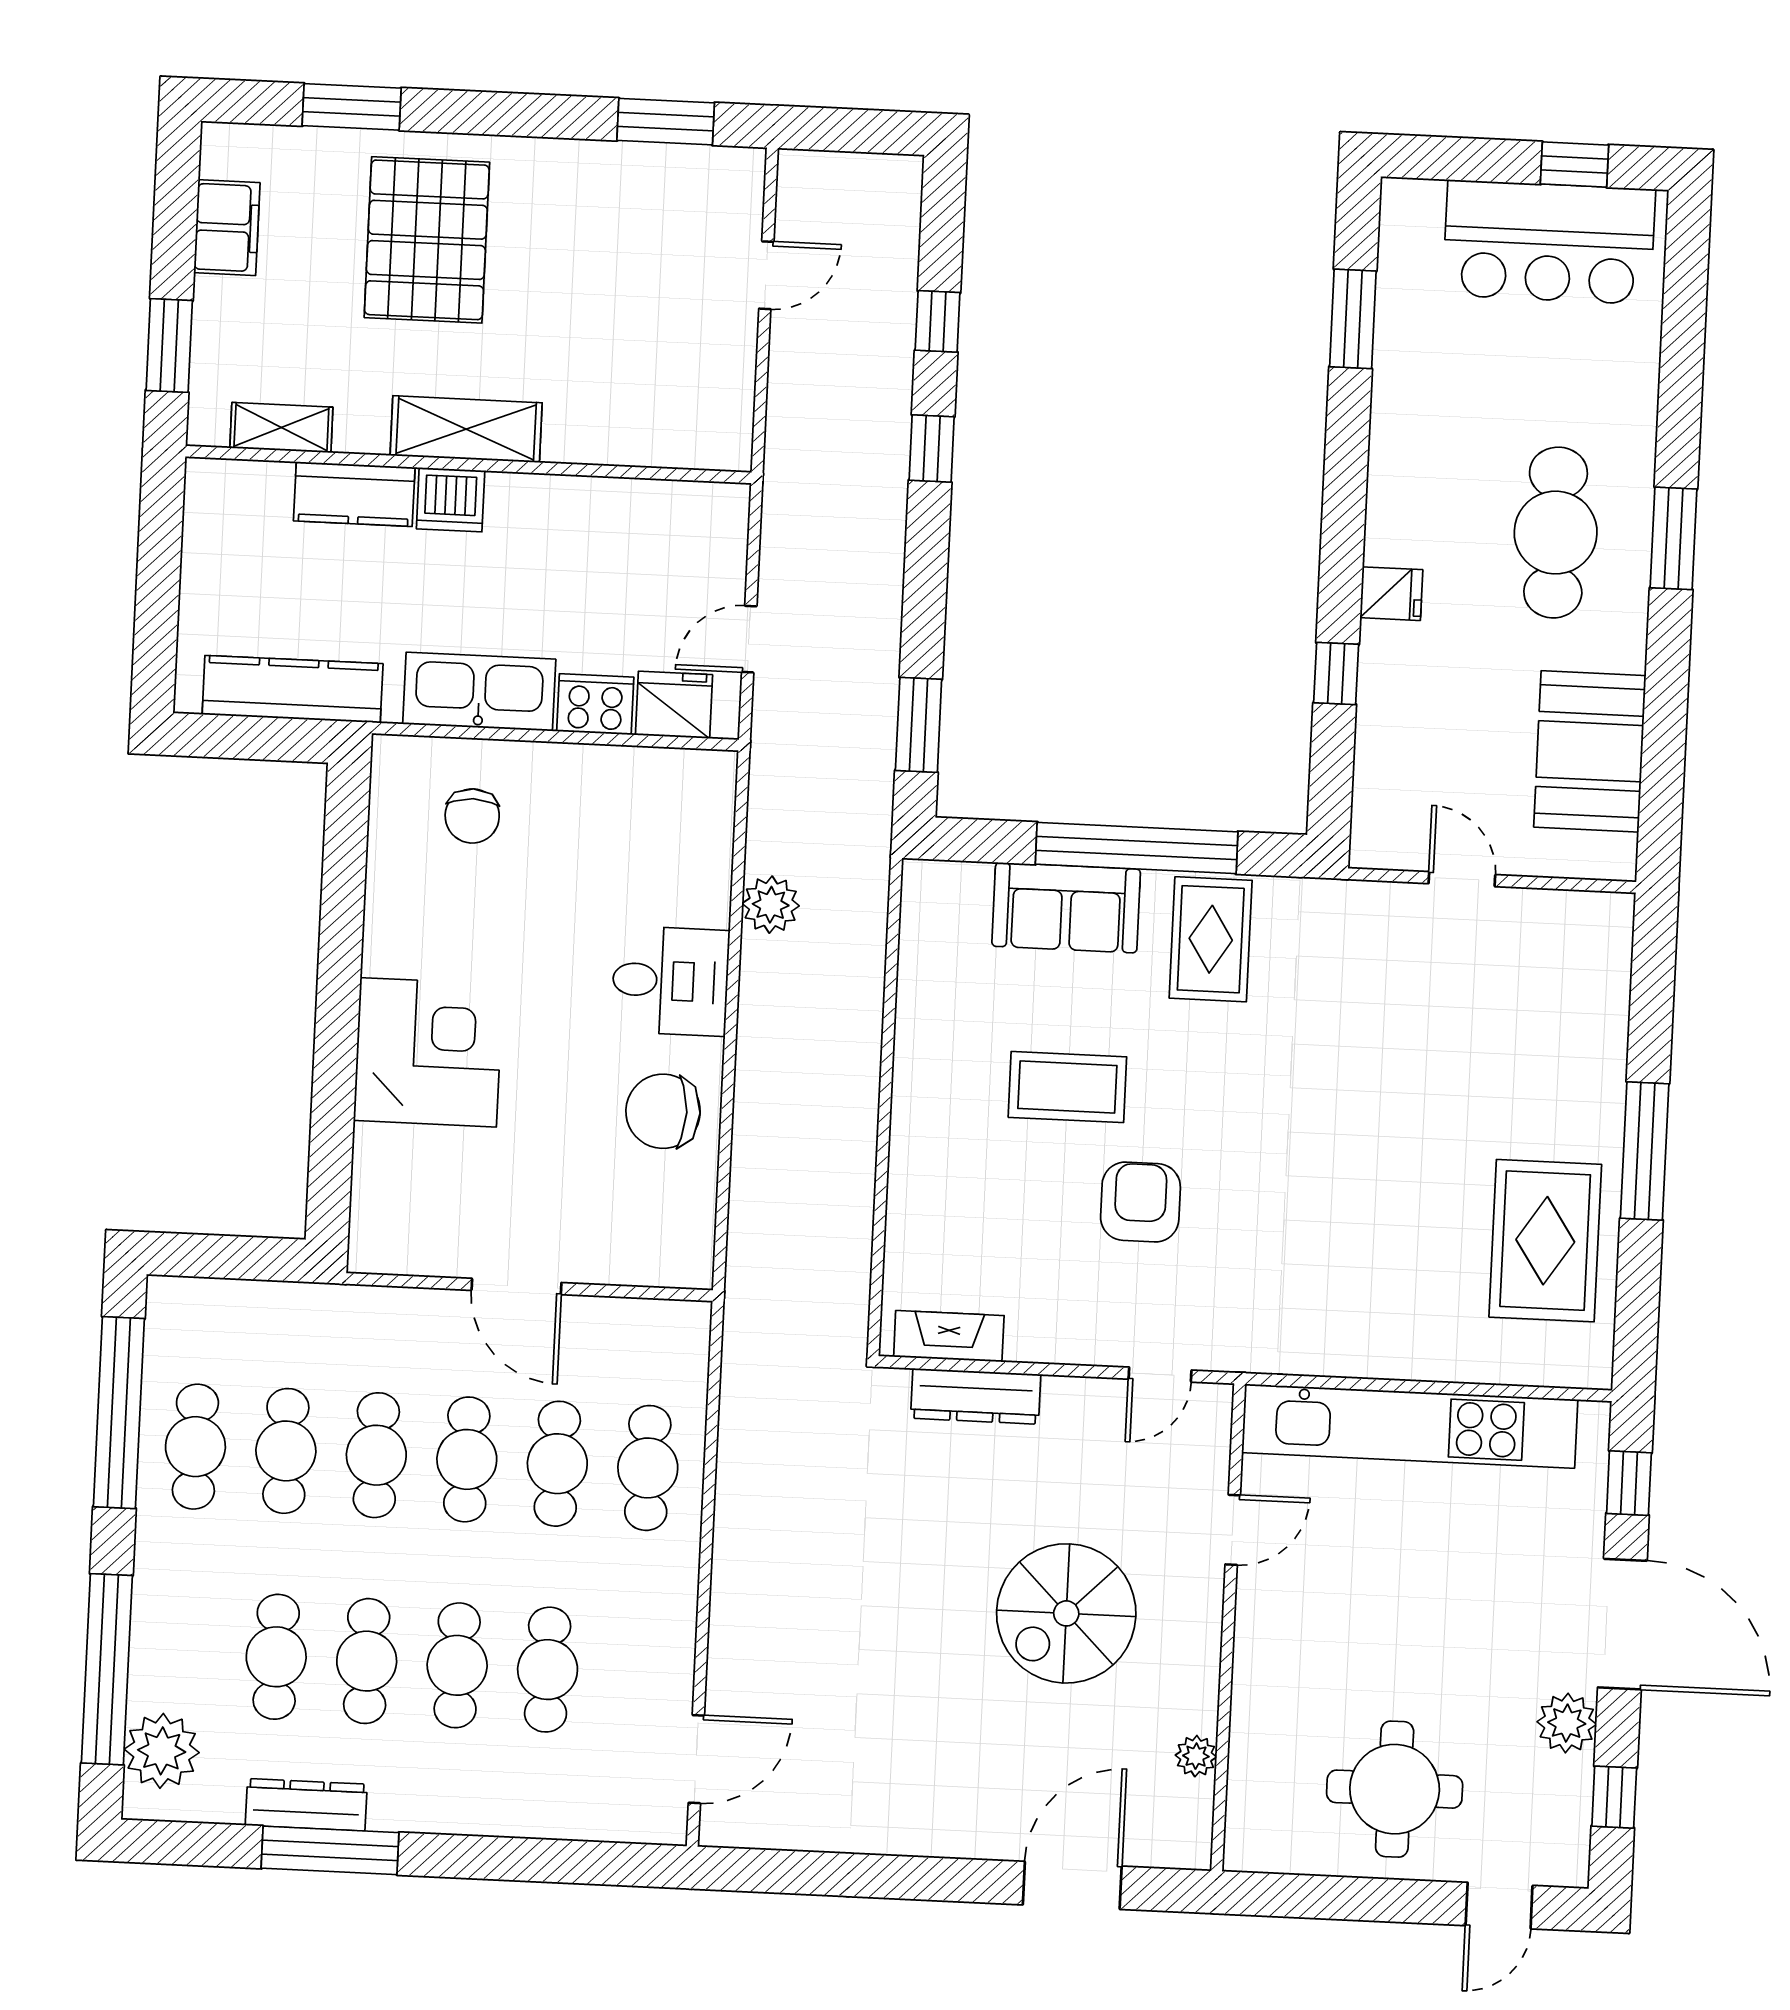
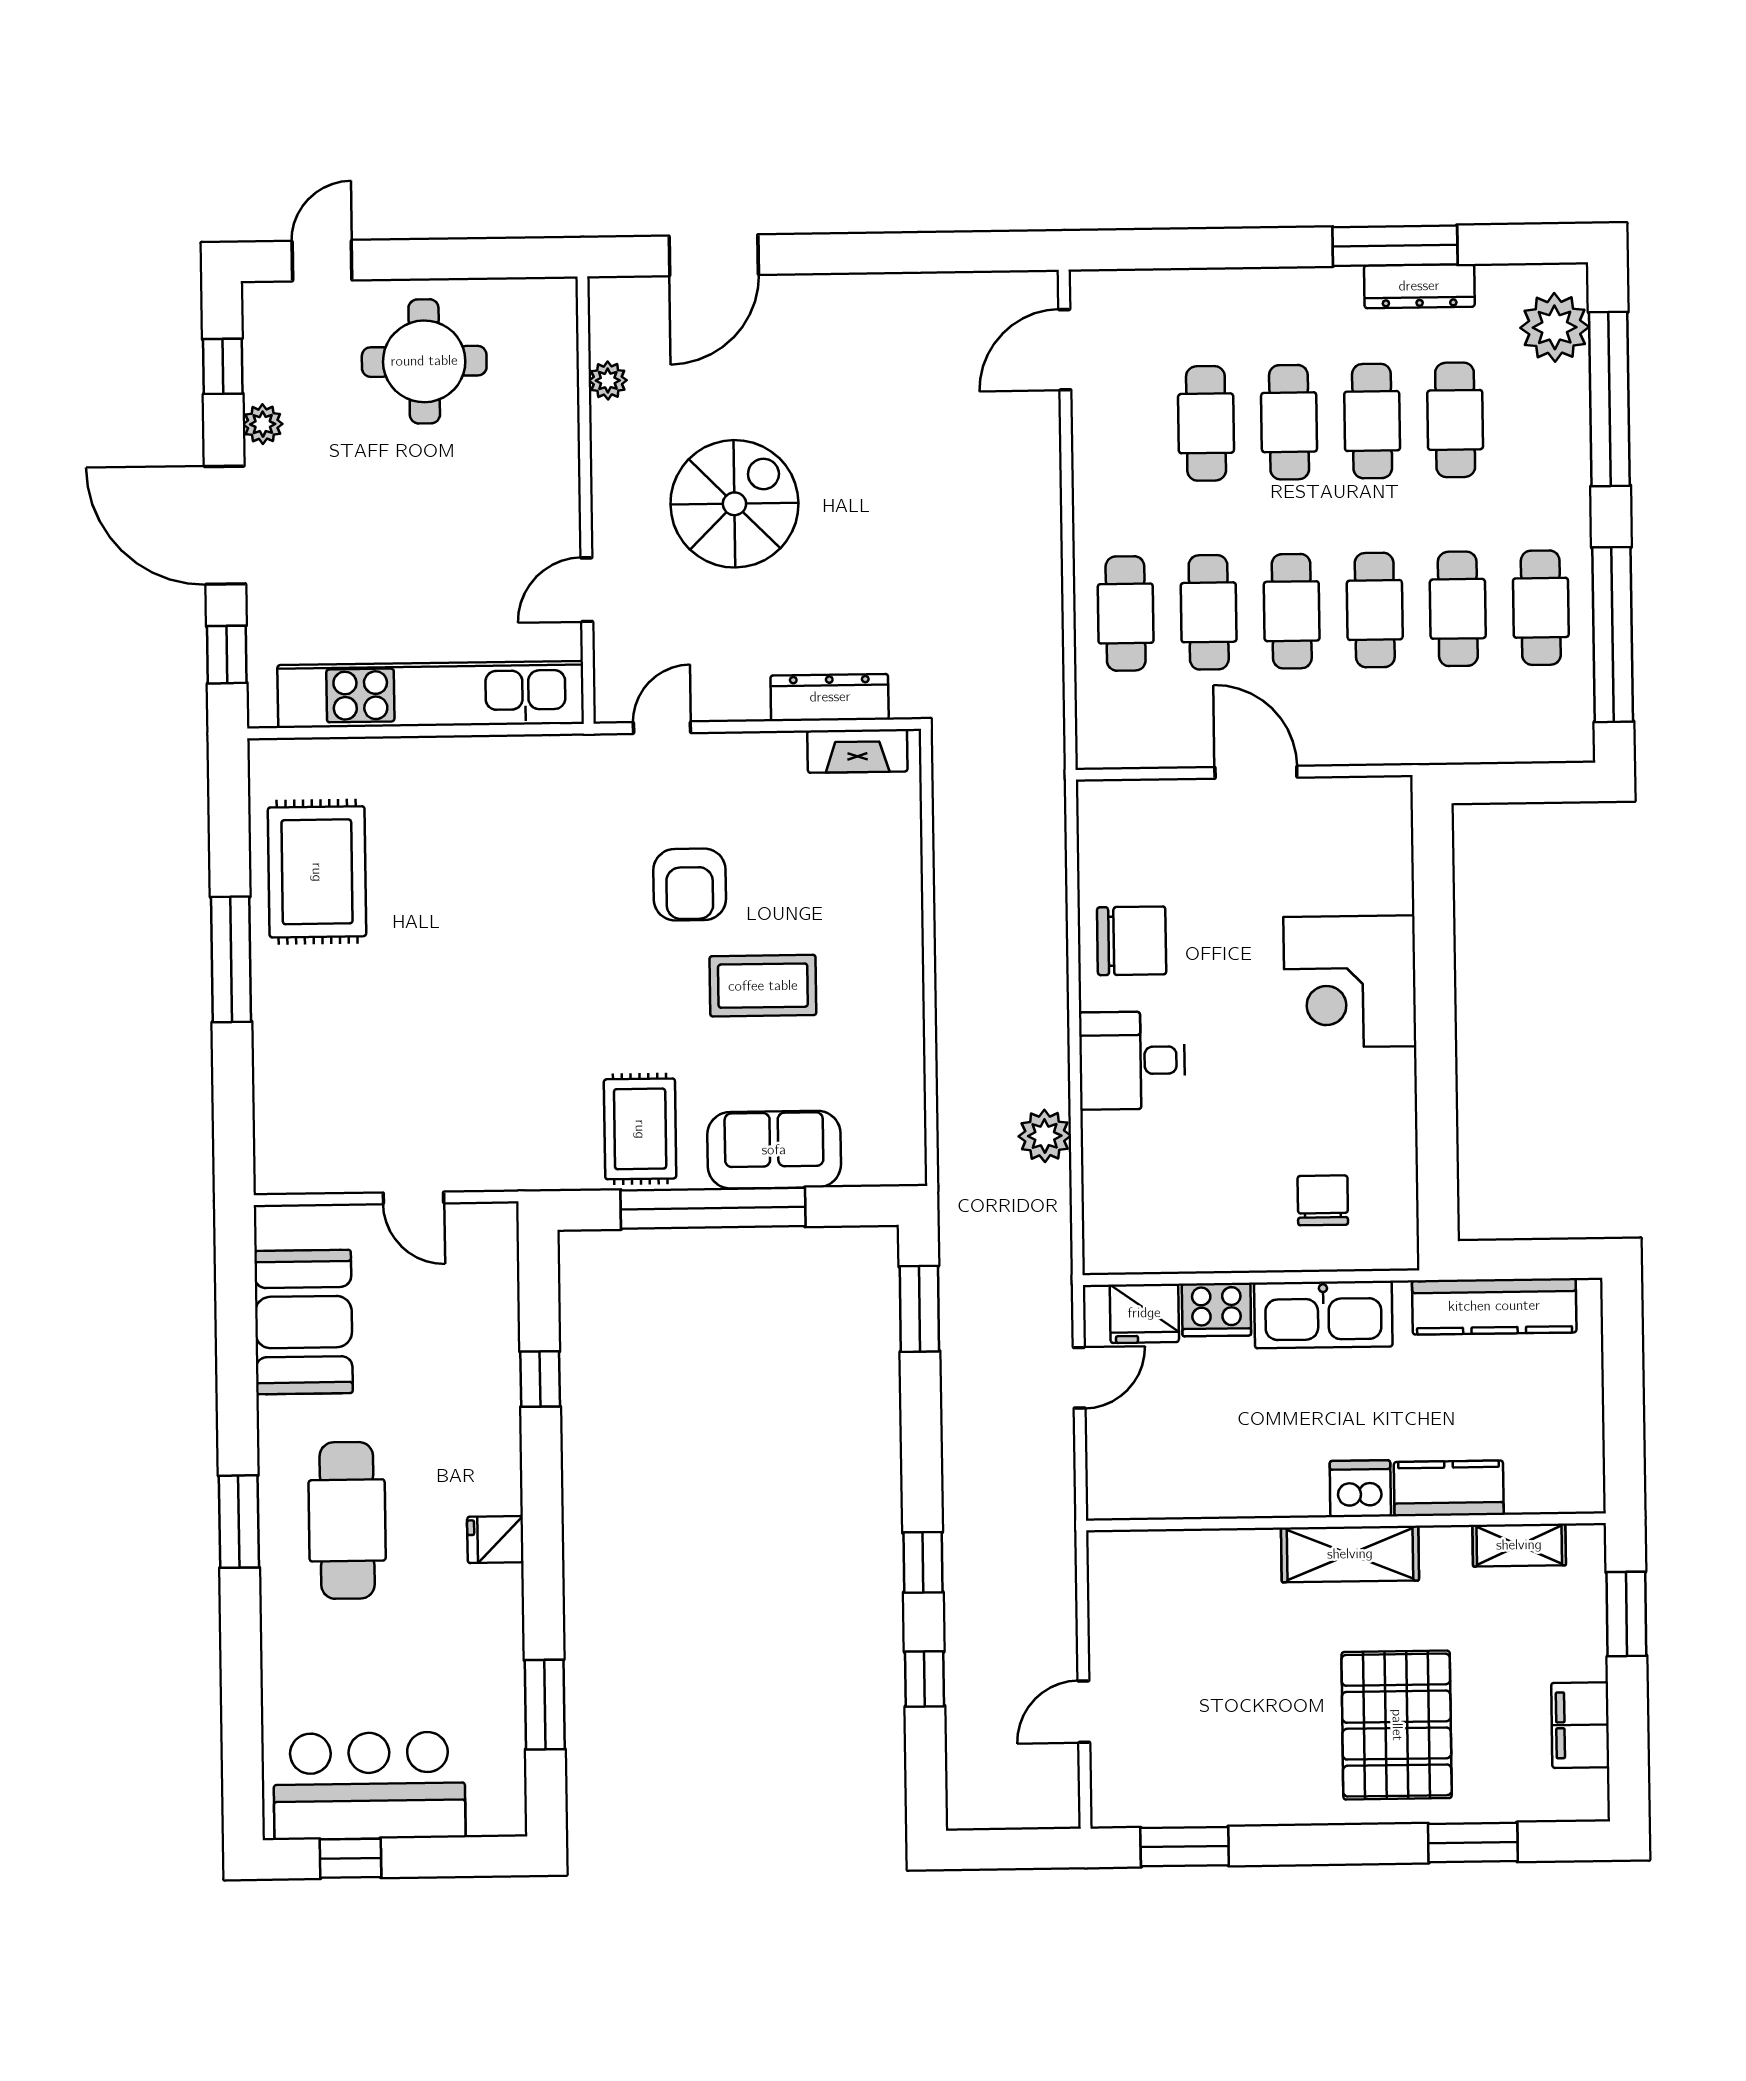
fridge: (1391, 594) -> (495, 1540), moved
plant: (1567, 1723) -> (263, 424), width x0.73, depth x0.73

